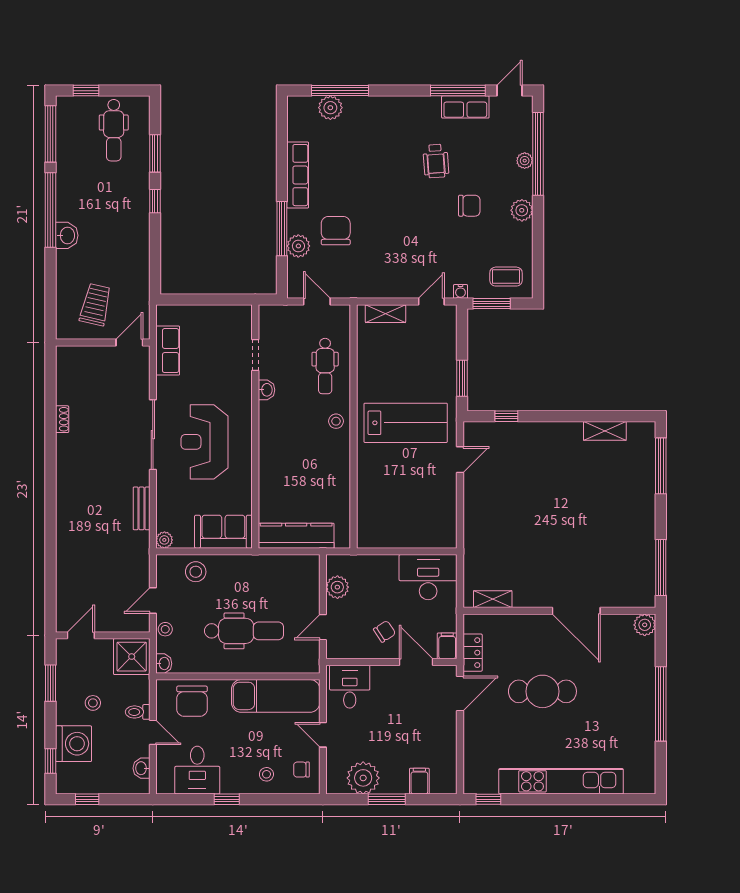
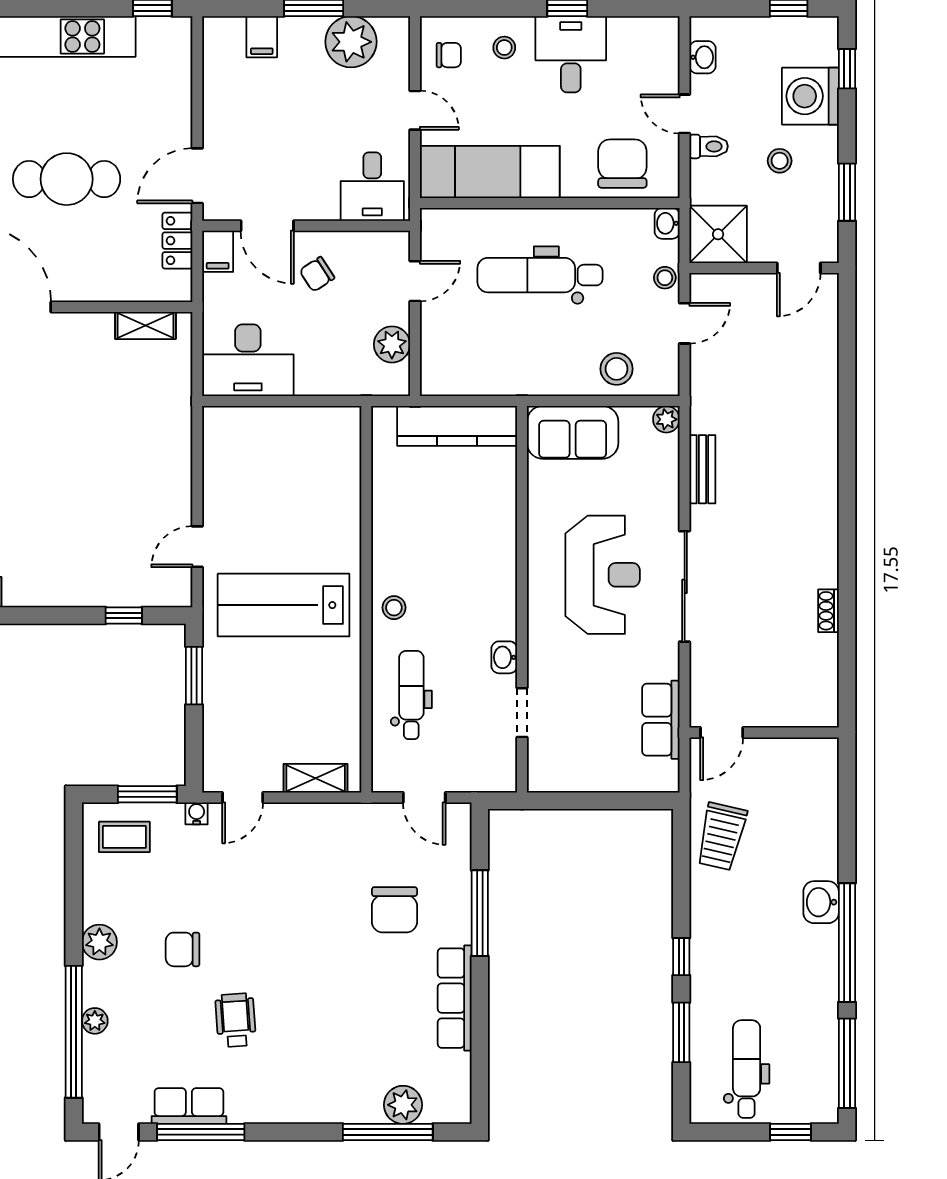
plant: (298, 246) -> (454, 886), removed
trolley: (96, 305) -> (721, 836), moved
desk: (197, 770) -> (571, 54), moved

